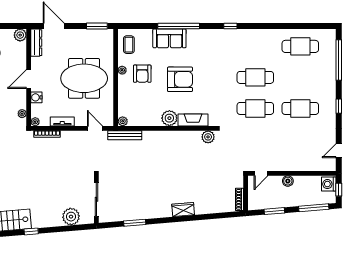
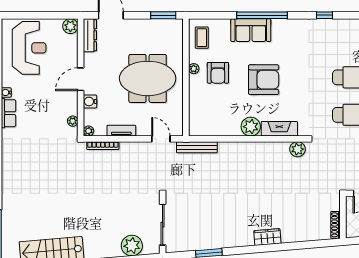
plant: (123, 121) -> (194, 130), removed

